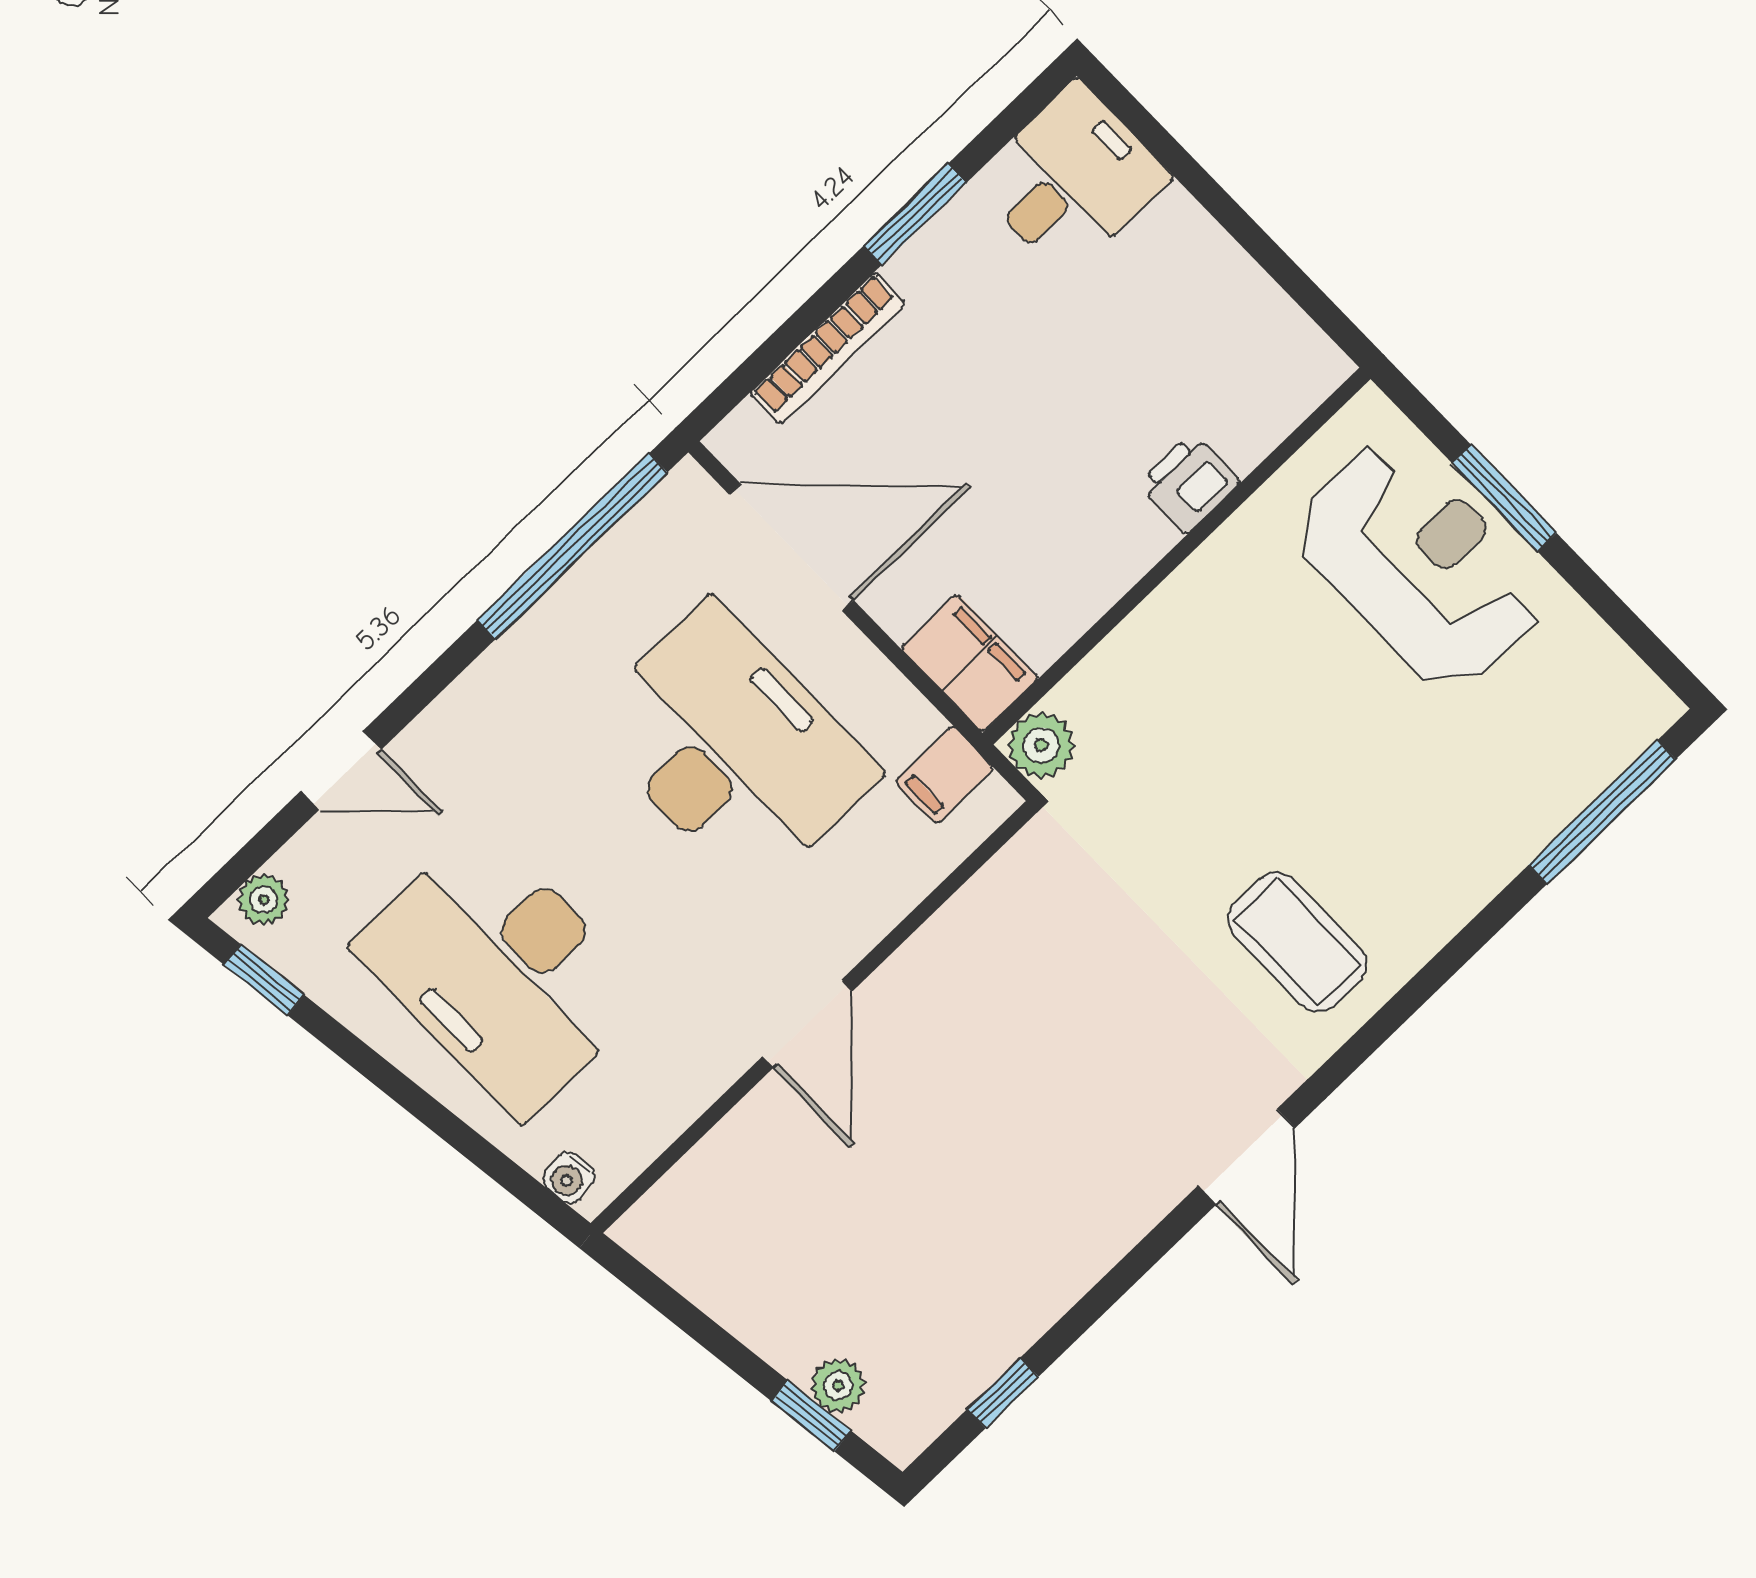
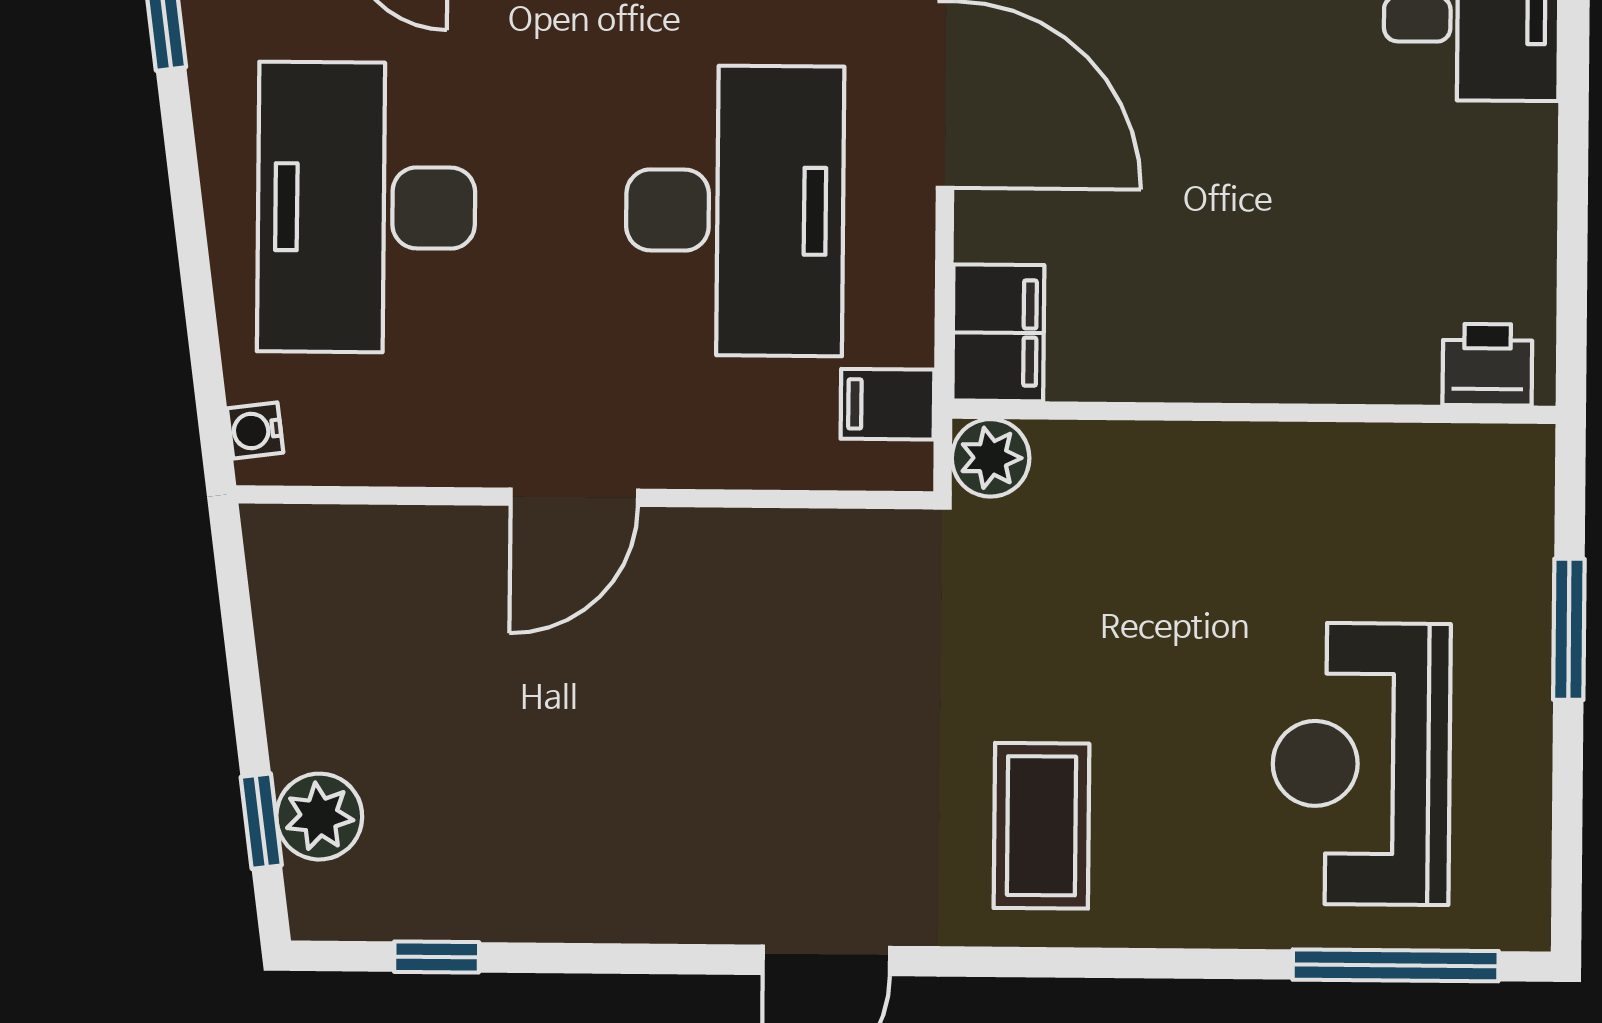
printer: (1189, 484) -> (1487, 365), moved
reception desk: (1419, 565) -> (1361, 764), moved, turned 180
plant: (838, 1386) -> (319, 817), width x1.38, depth x1.38

